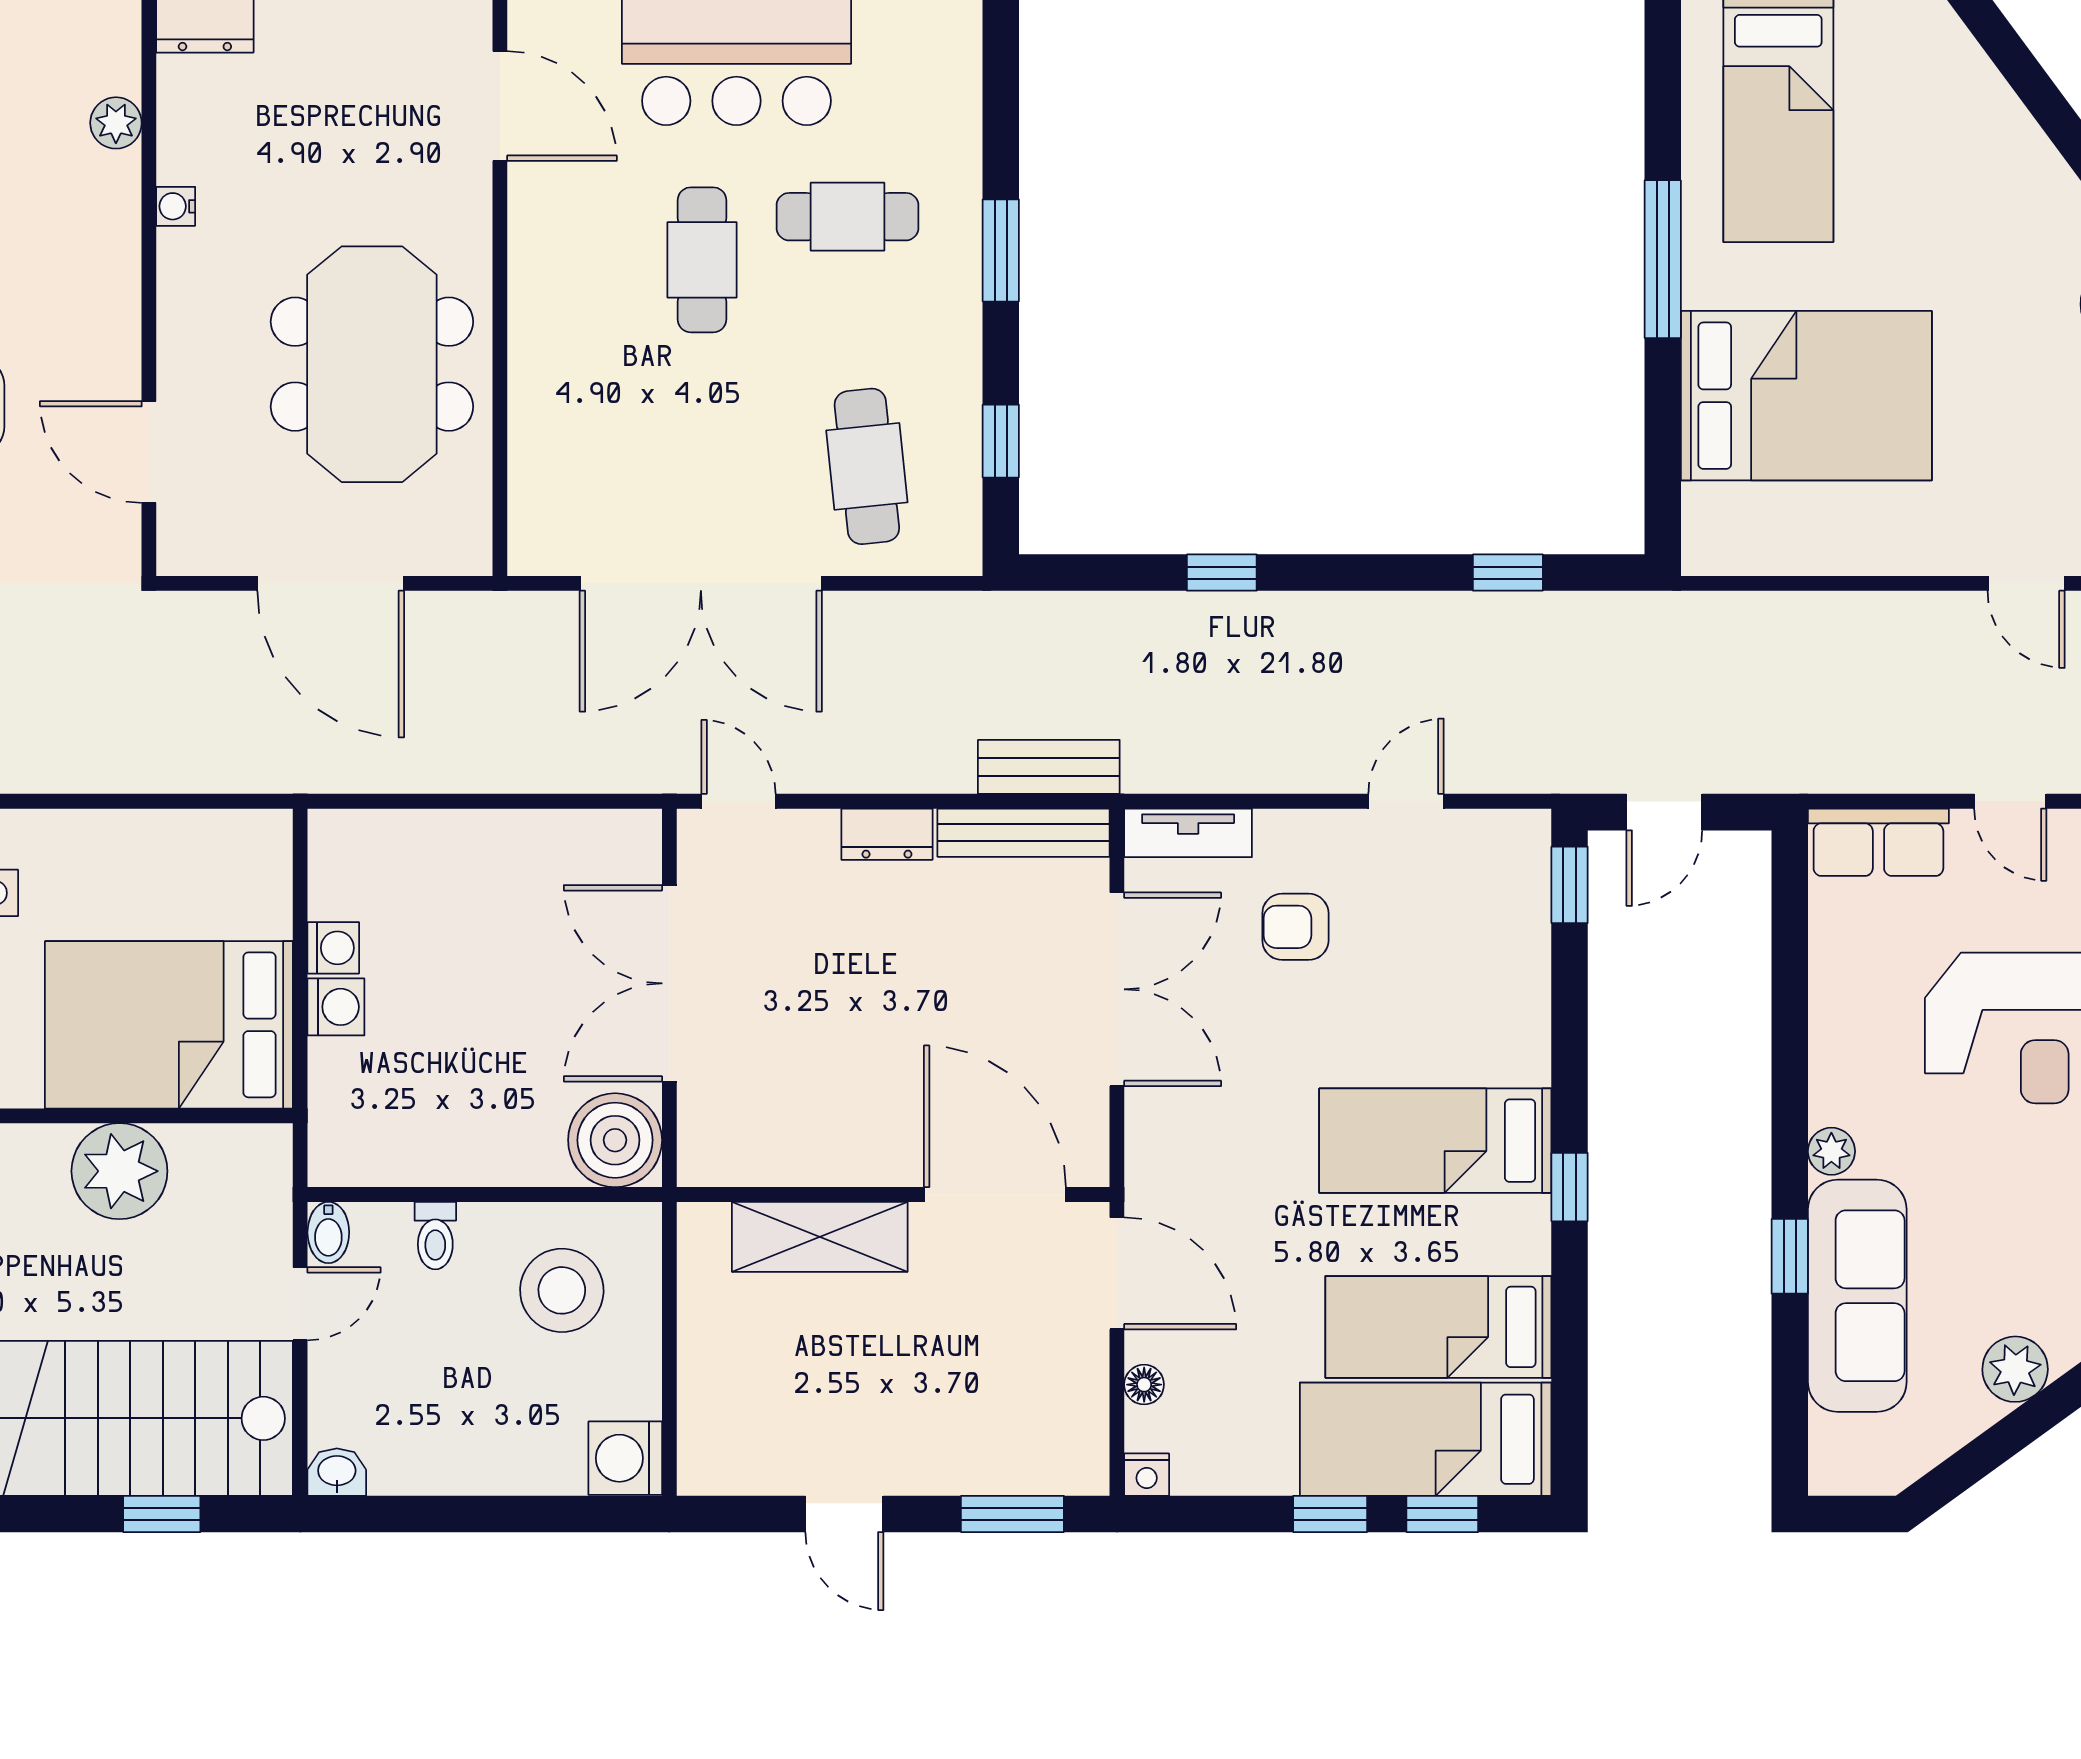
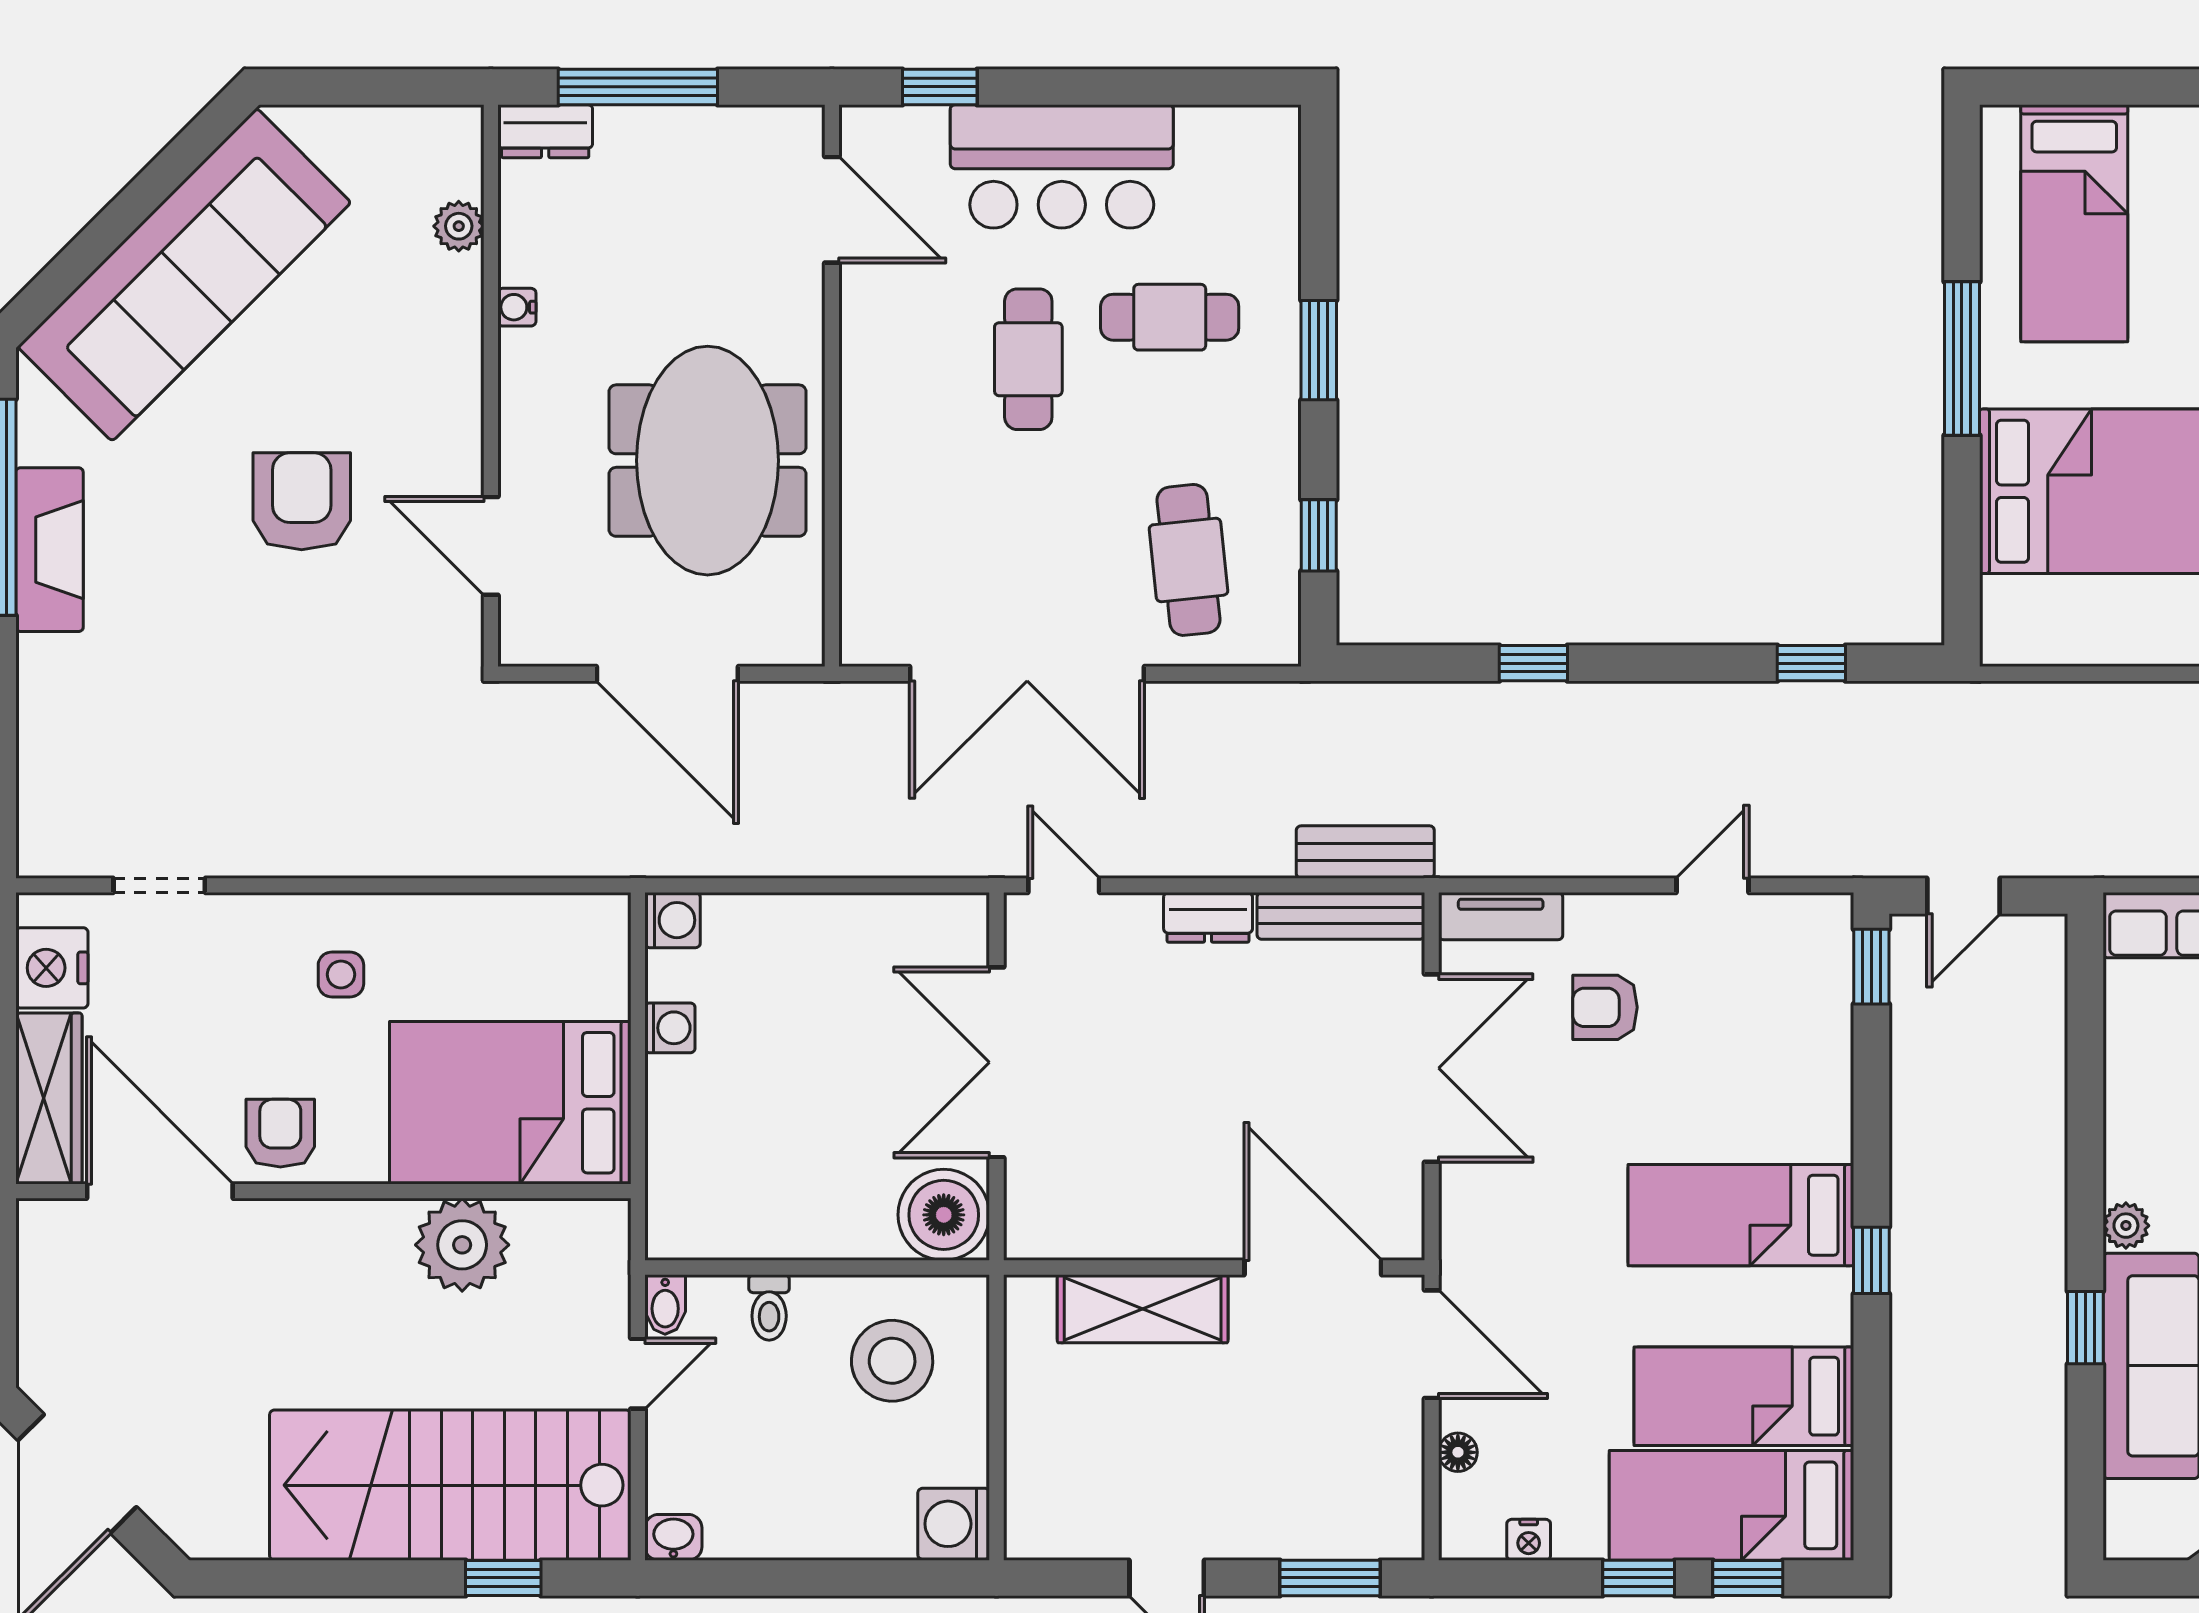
washing machine: (336, 1007) -> (673, 920), moved
nightstand: (1147, 1475) -> (1529, 1540), moved

